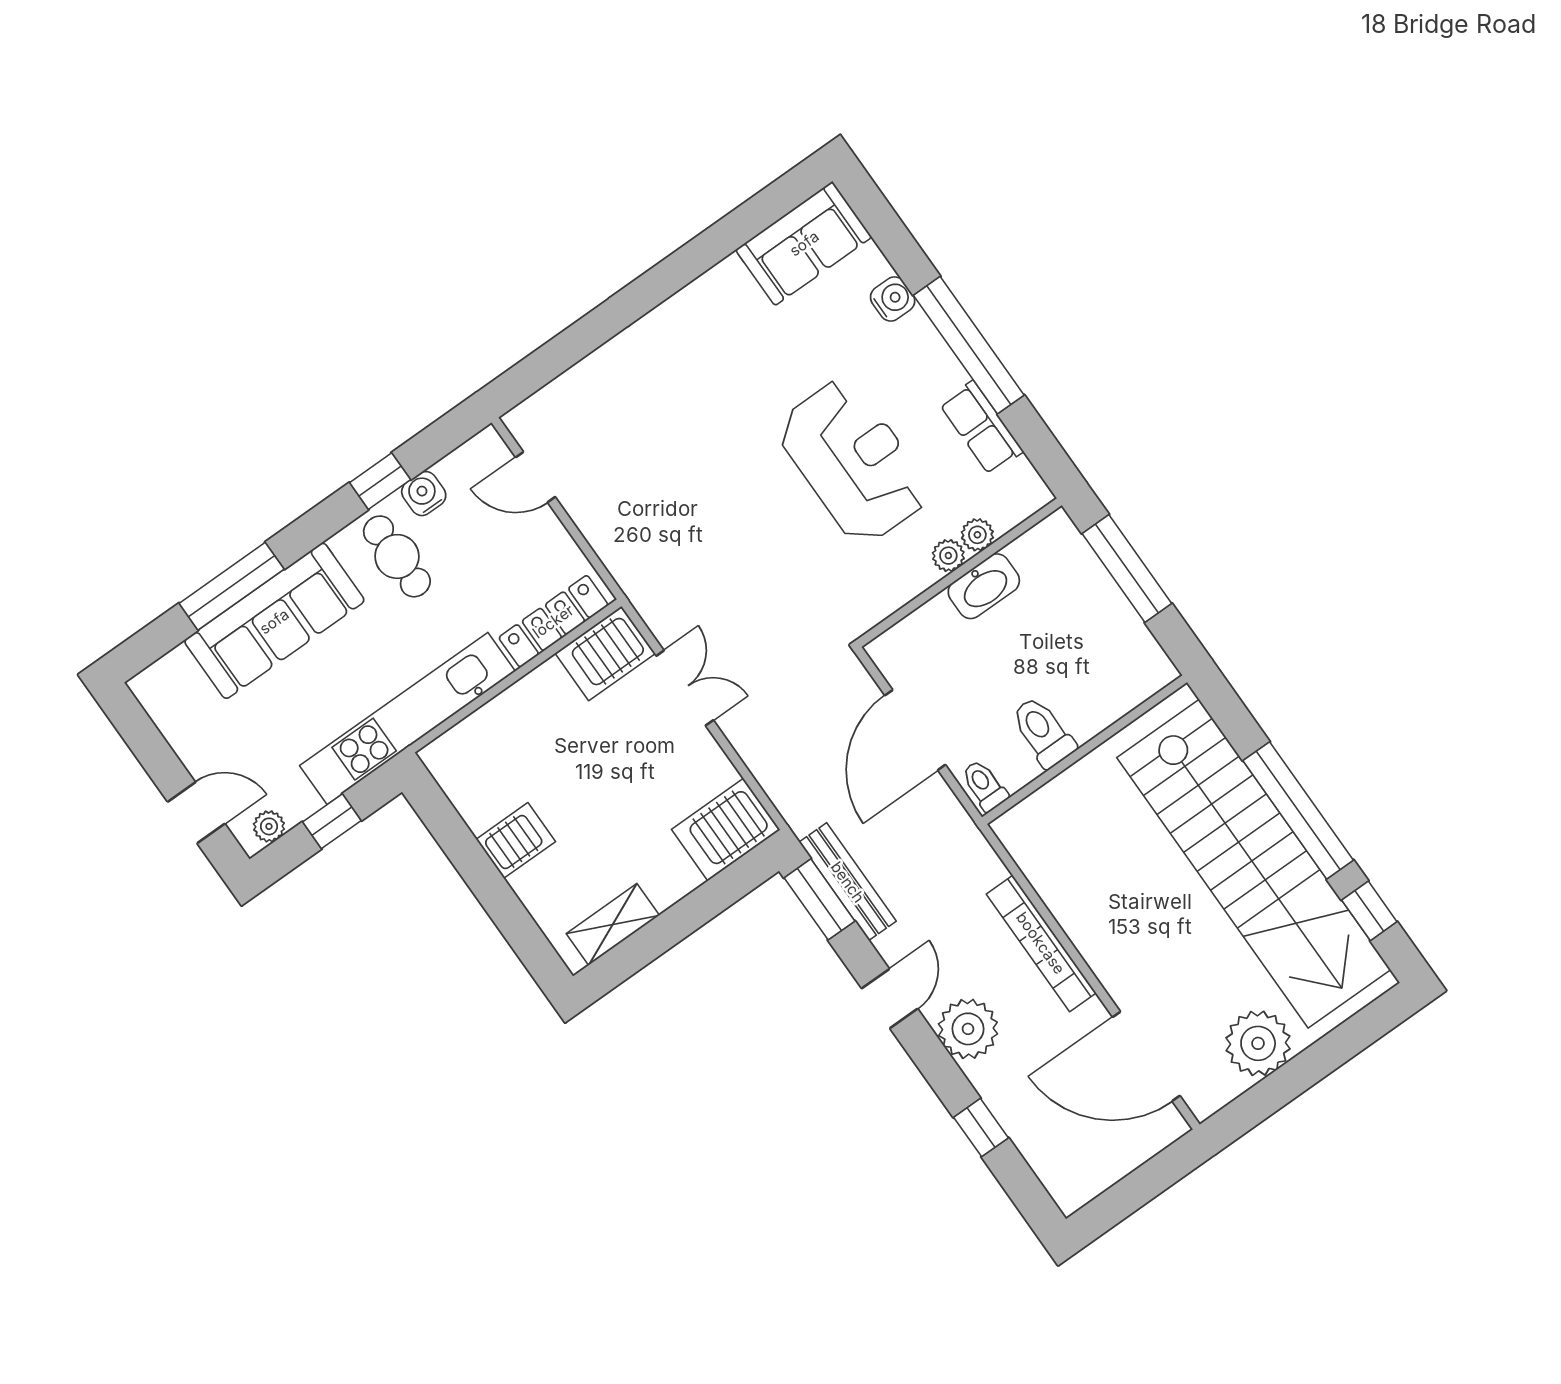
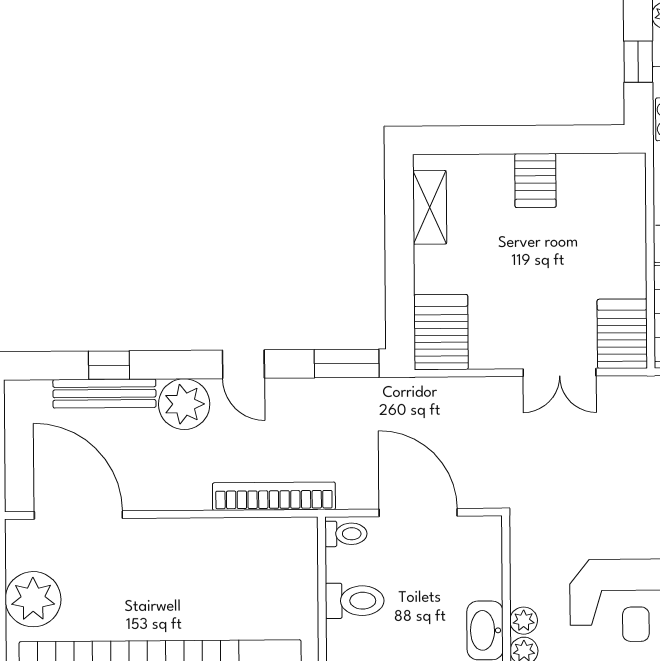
bench: (848, 882) -> (104, 393), moved
bookcase: (1041, 943) -> (274, 496), moved
door: (1146, 1056) -> (78, 515), hinge flipped

